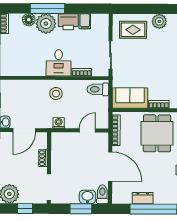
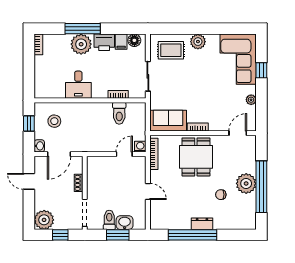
floor lamp: (29, 20) -> (134, 40), moved
desk: (59, 63) -> (78, 85), moved
toilet: (98, 89) -> (119, 113), moved, turned -90
stool: (56, 93) -> (54, 121), moved
washing machine: (59, 123) -> (140, 147), moved
door: (110, 167) -> (148, 191), width x0.53
toilet: (102, 194) -> (109, 220), moved
dresser: (143, 198) -> (202, 224), moved

